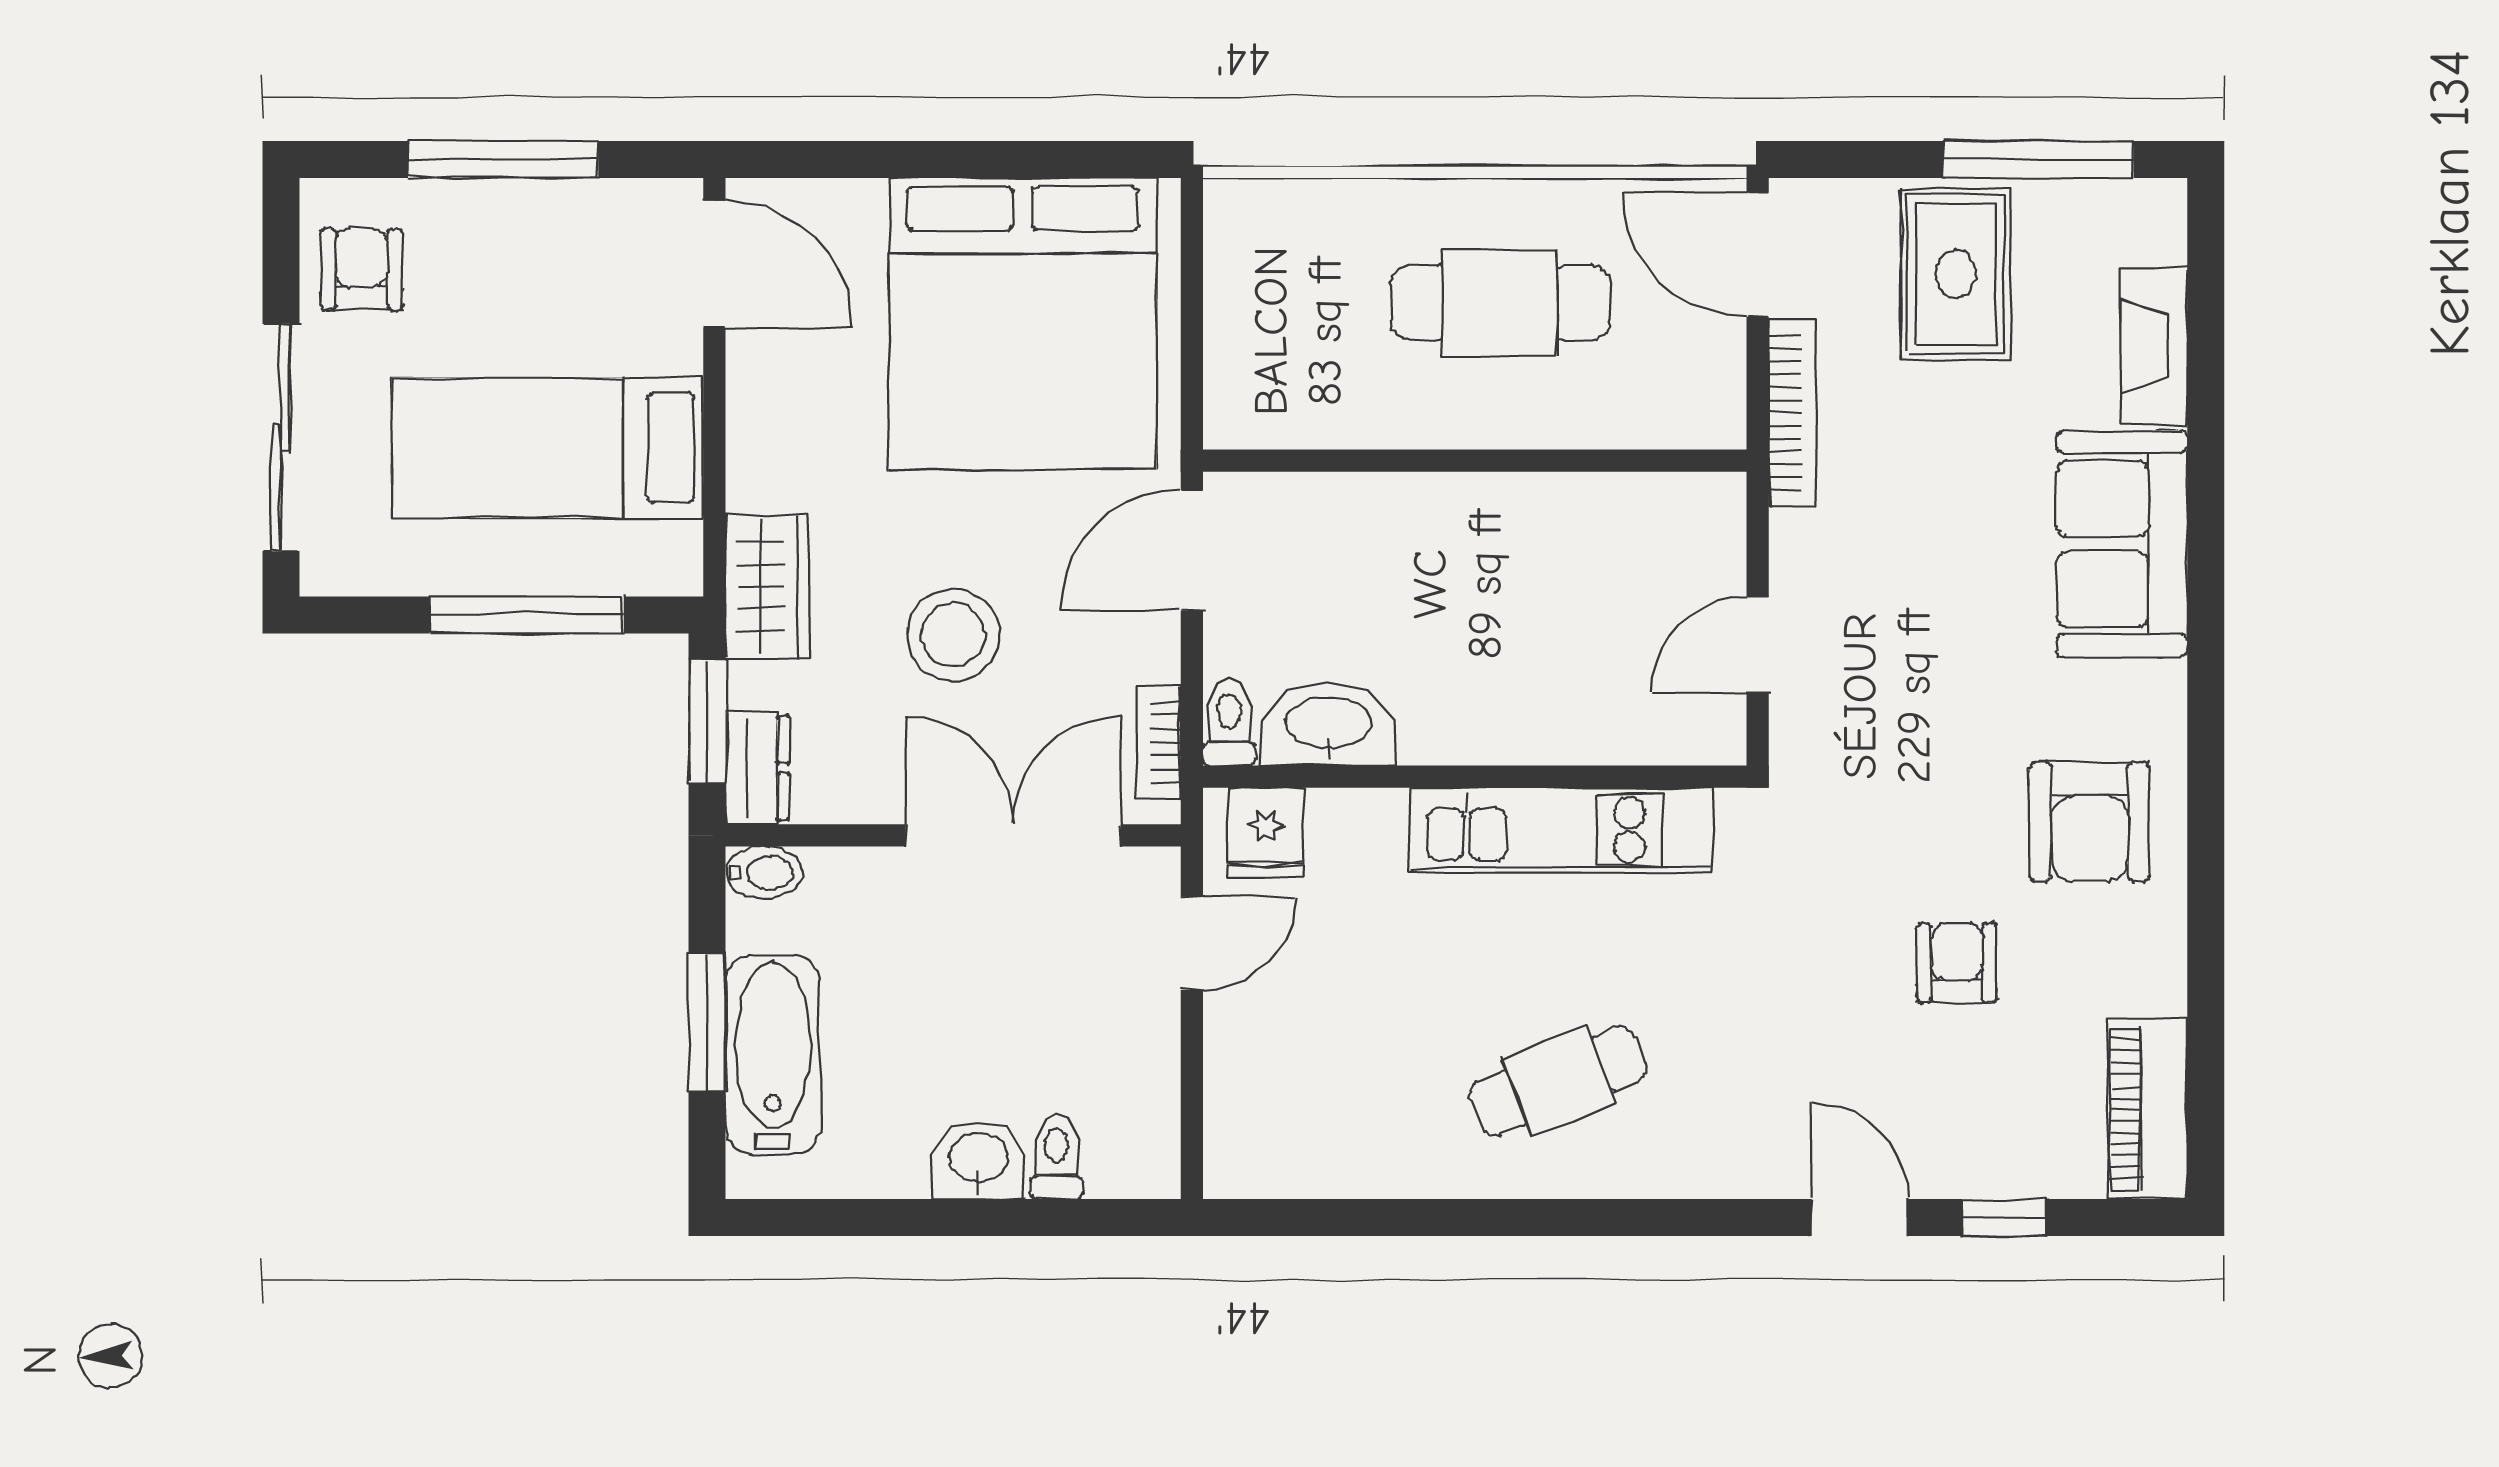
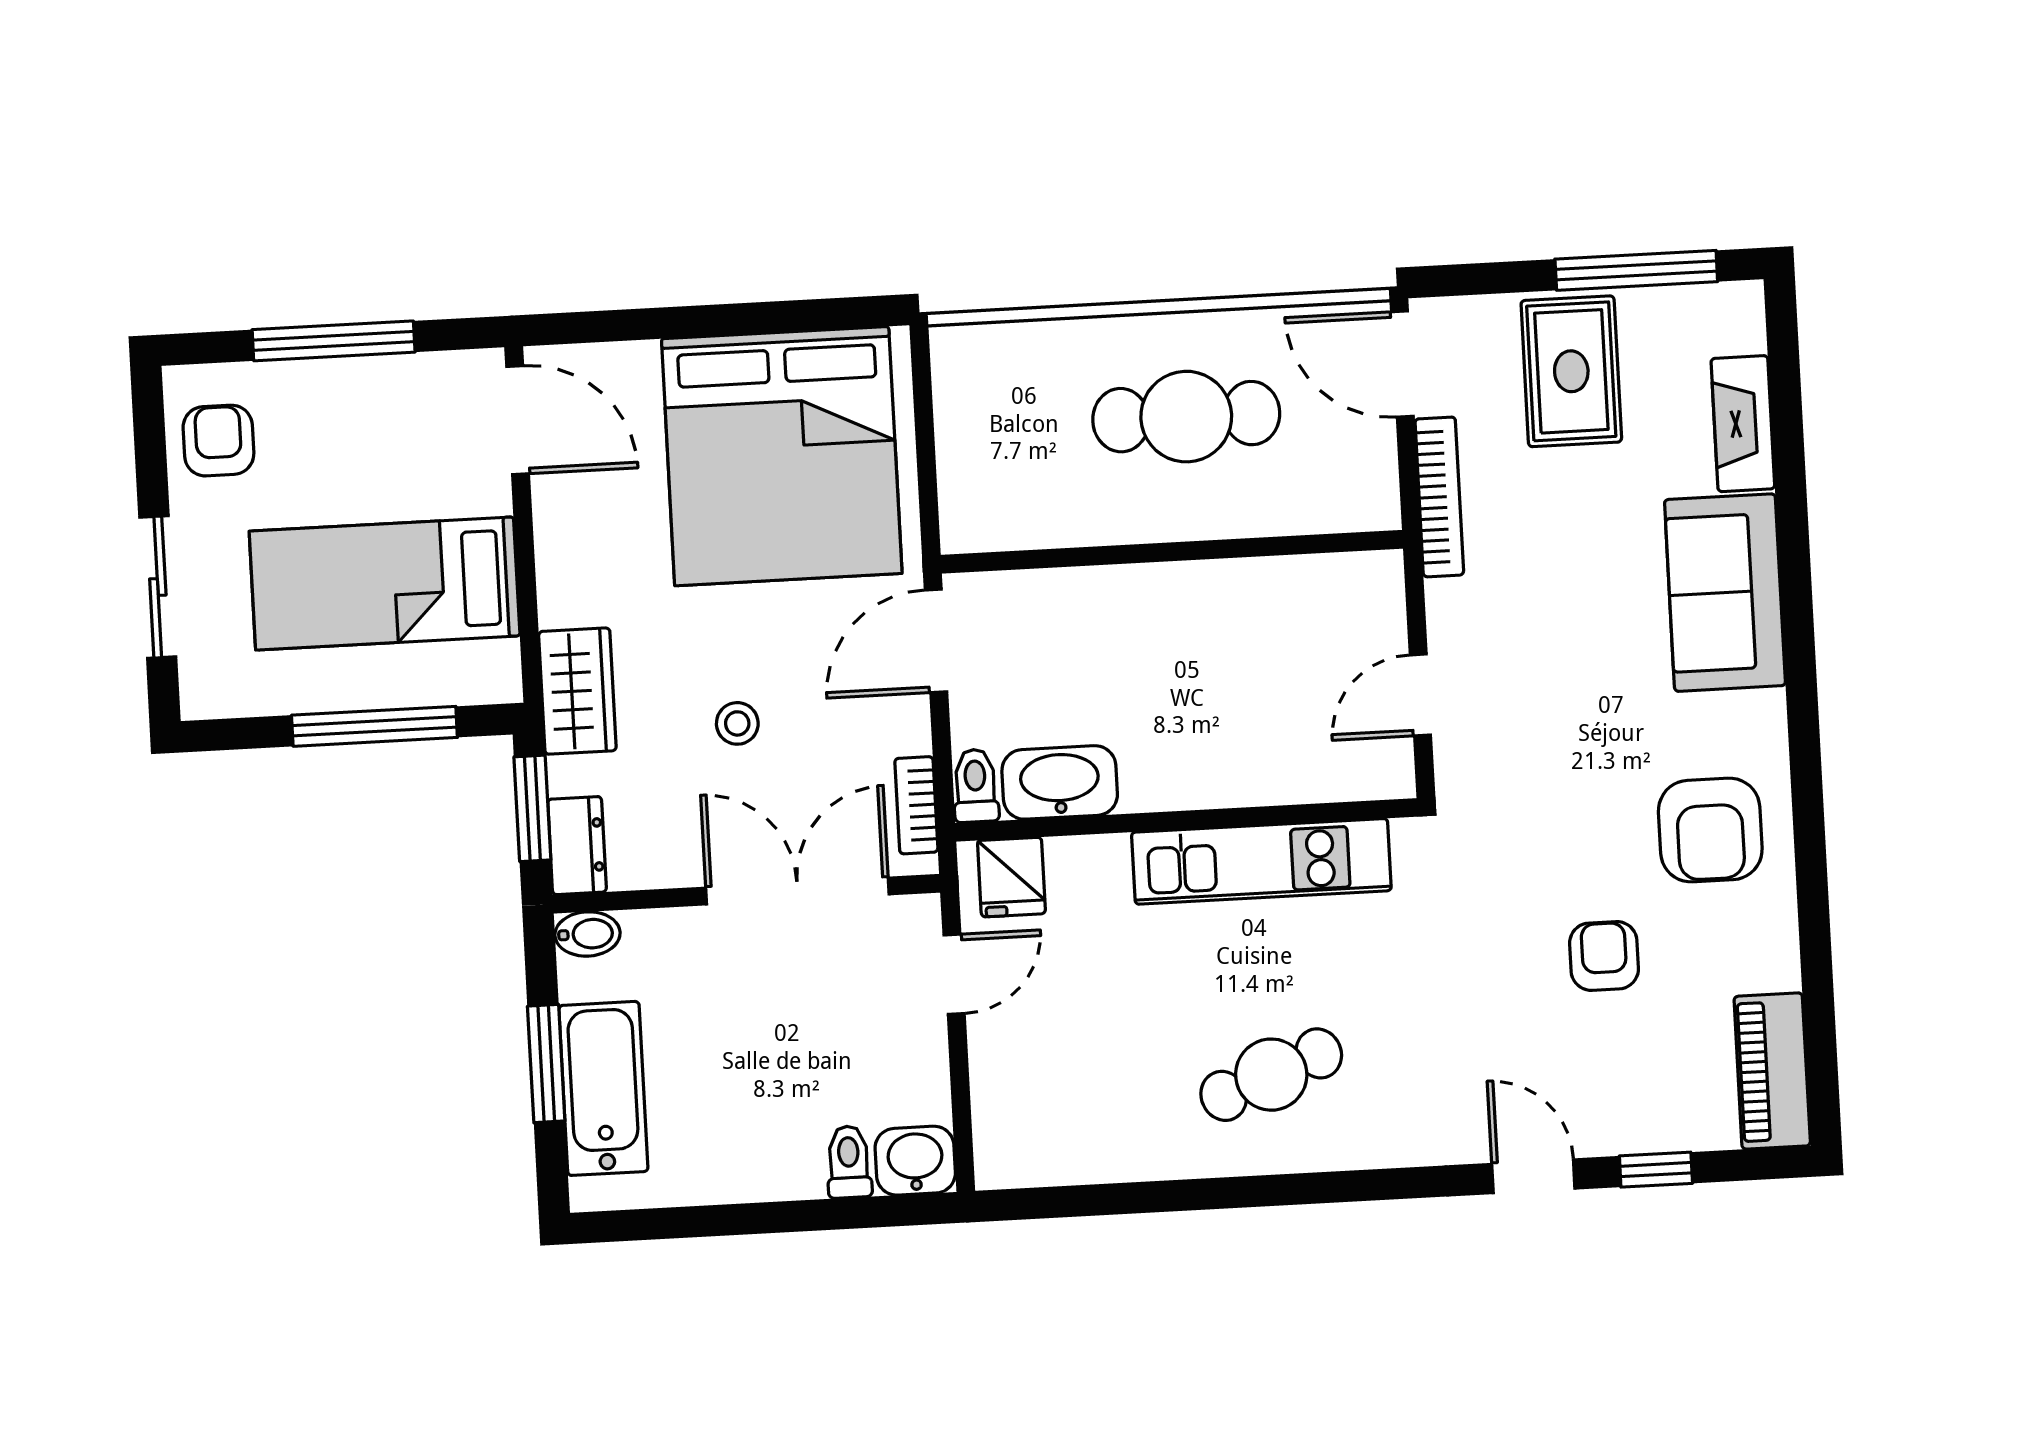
sliding door: (281, 437) -> (158, 587), width x0.73
stool: (953, 635) -> (737, 723), width x0.53, depth x0.53
washbasin: (978, 1160) -> (915, 1161), moved

